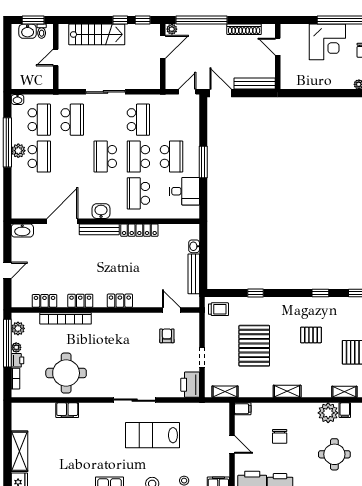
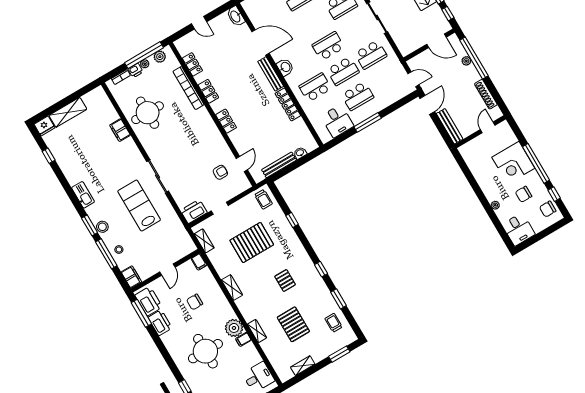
plant: (172, 29) -> (466, 61), moved
school desk: (138, 157) -> (343, 71), turned 180
round table: (334, 454) -> (205, 351), width x1.36, depth x1.36

